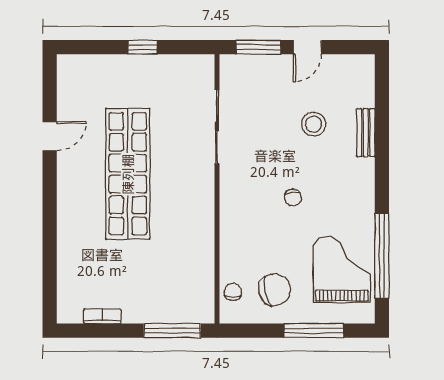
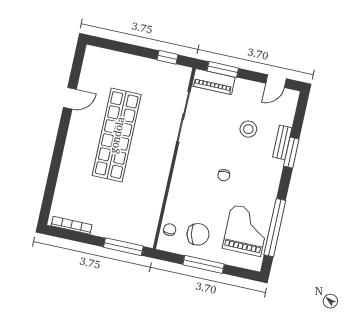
window: (143, 47) -> (168, 57), moved
door: (307, 47) -> (276, 81), moved
piano: (249, 67) -> (213, 82), added
window: (382, 144) -> (291, 153), added
bookcase: (102, 316) -> (72, 225), width x1.56
window: (314, 331) -> (203, 264), moved

